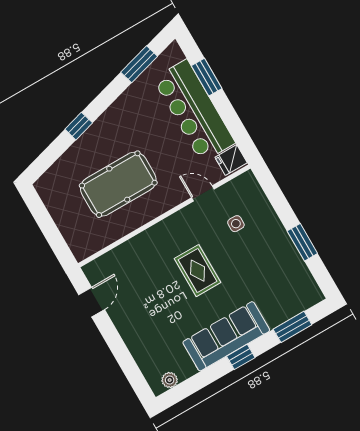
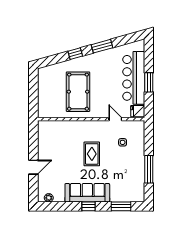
window: (139, 64) -> (102, 46), moved
window: (207, 77) -> (149, 82), moved
pool table: (118, 184) -> (78, 92), turned 90
window: (302, 242) -> (149, 169), width x1.44
door: (92, 302) -> (33, 167), moved

